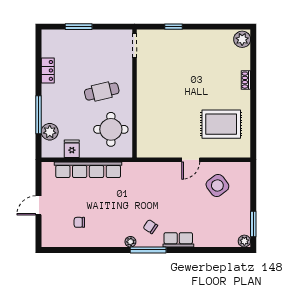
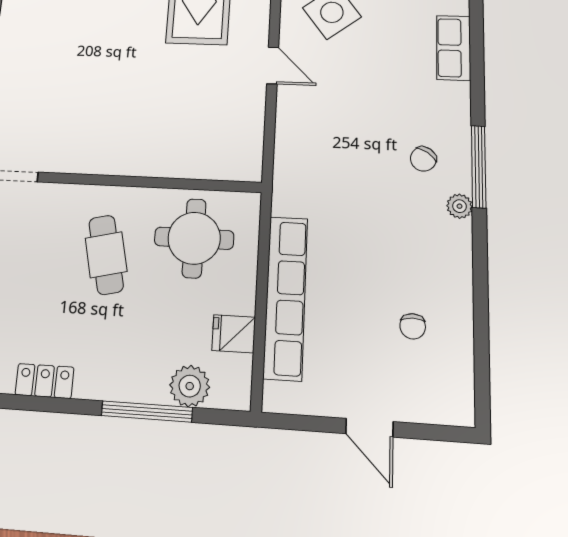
row of seats: (178, 240) -> (454, 48), moved

